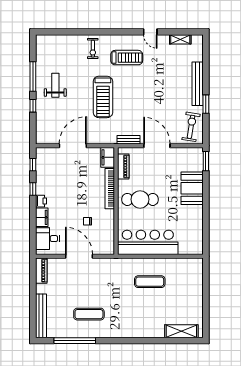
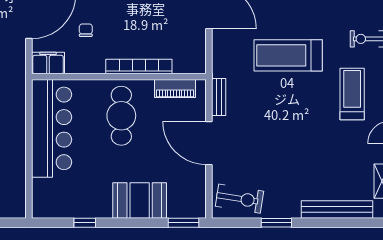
treadmill: (127, 58) -> (352, 94), turned 180
bench: (198, 84) -> (337, 209), moved
door: (157, 146) -> (209, 143), swing flipped
filing cabinet: (108, 157) -> (48, 63), moved
window: (206, 222) -> (85, 223), added

